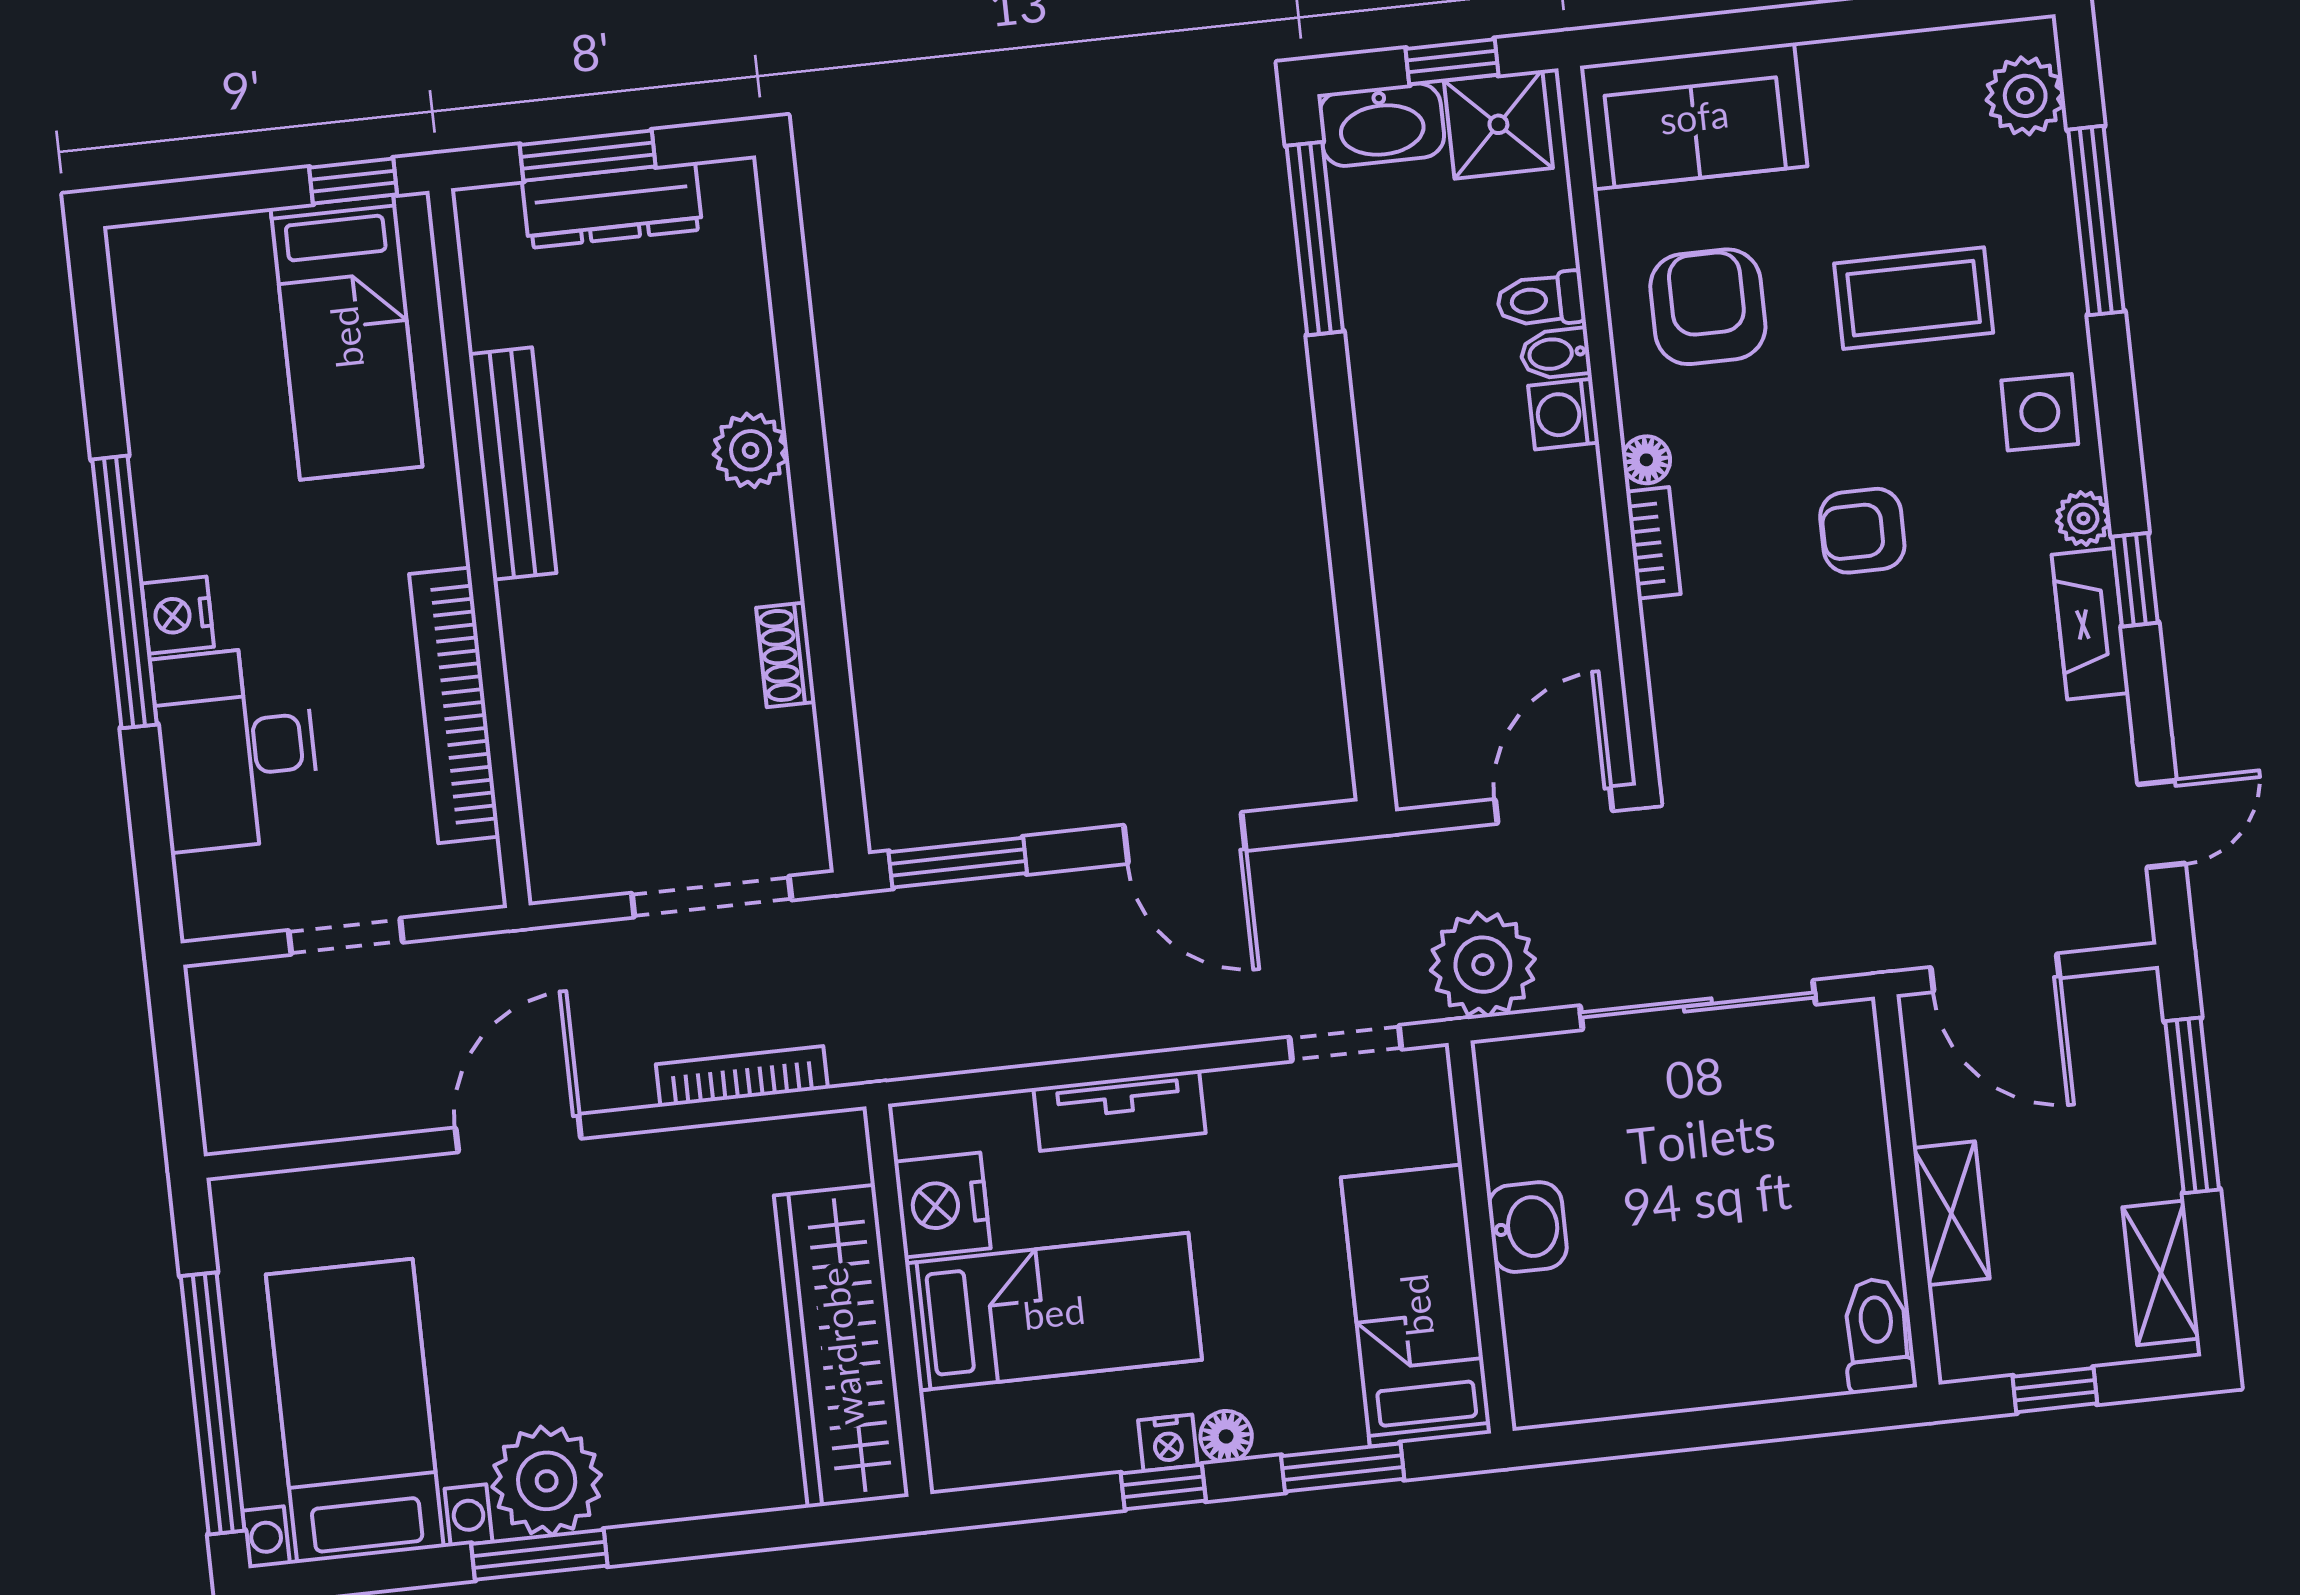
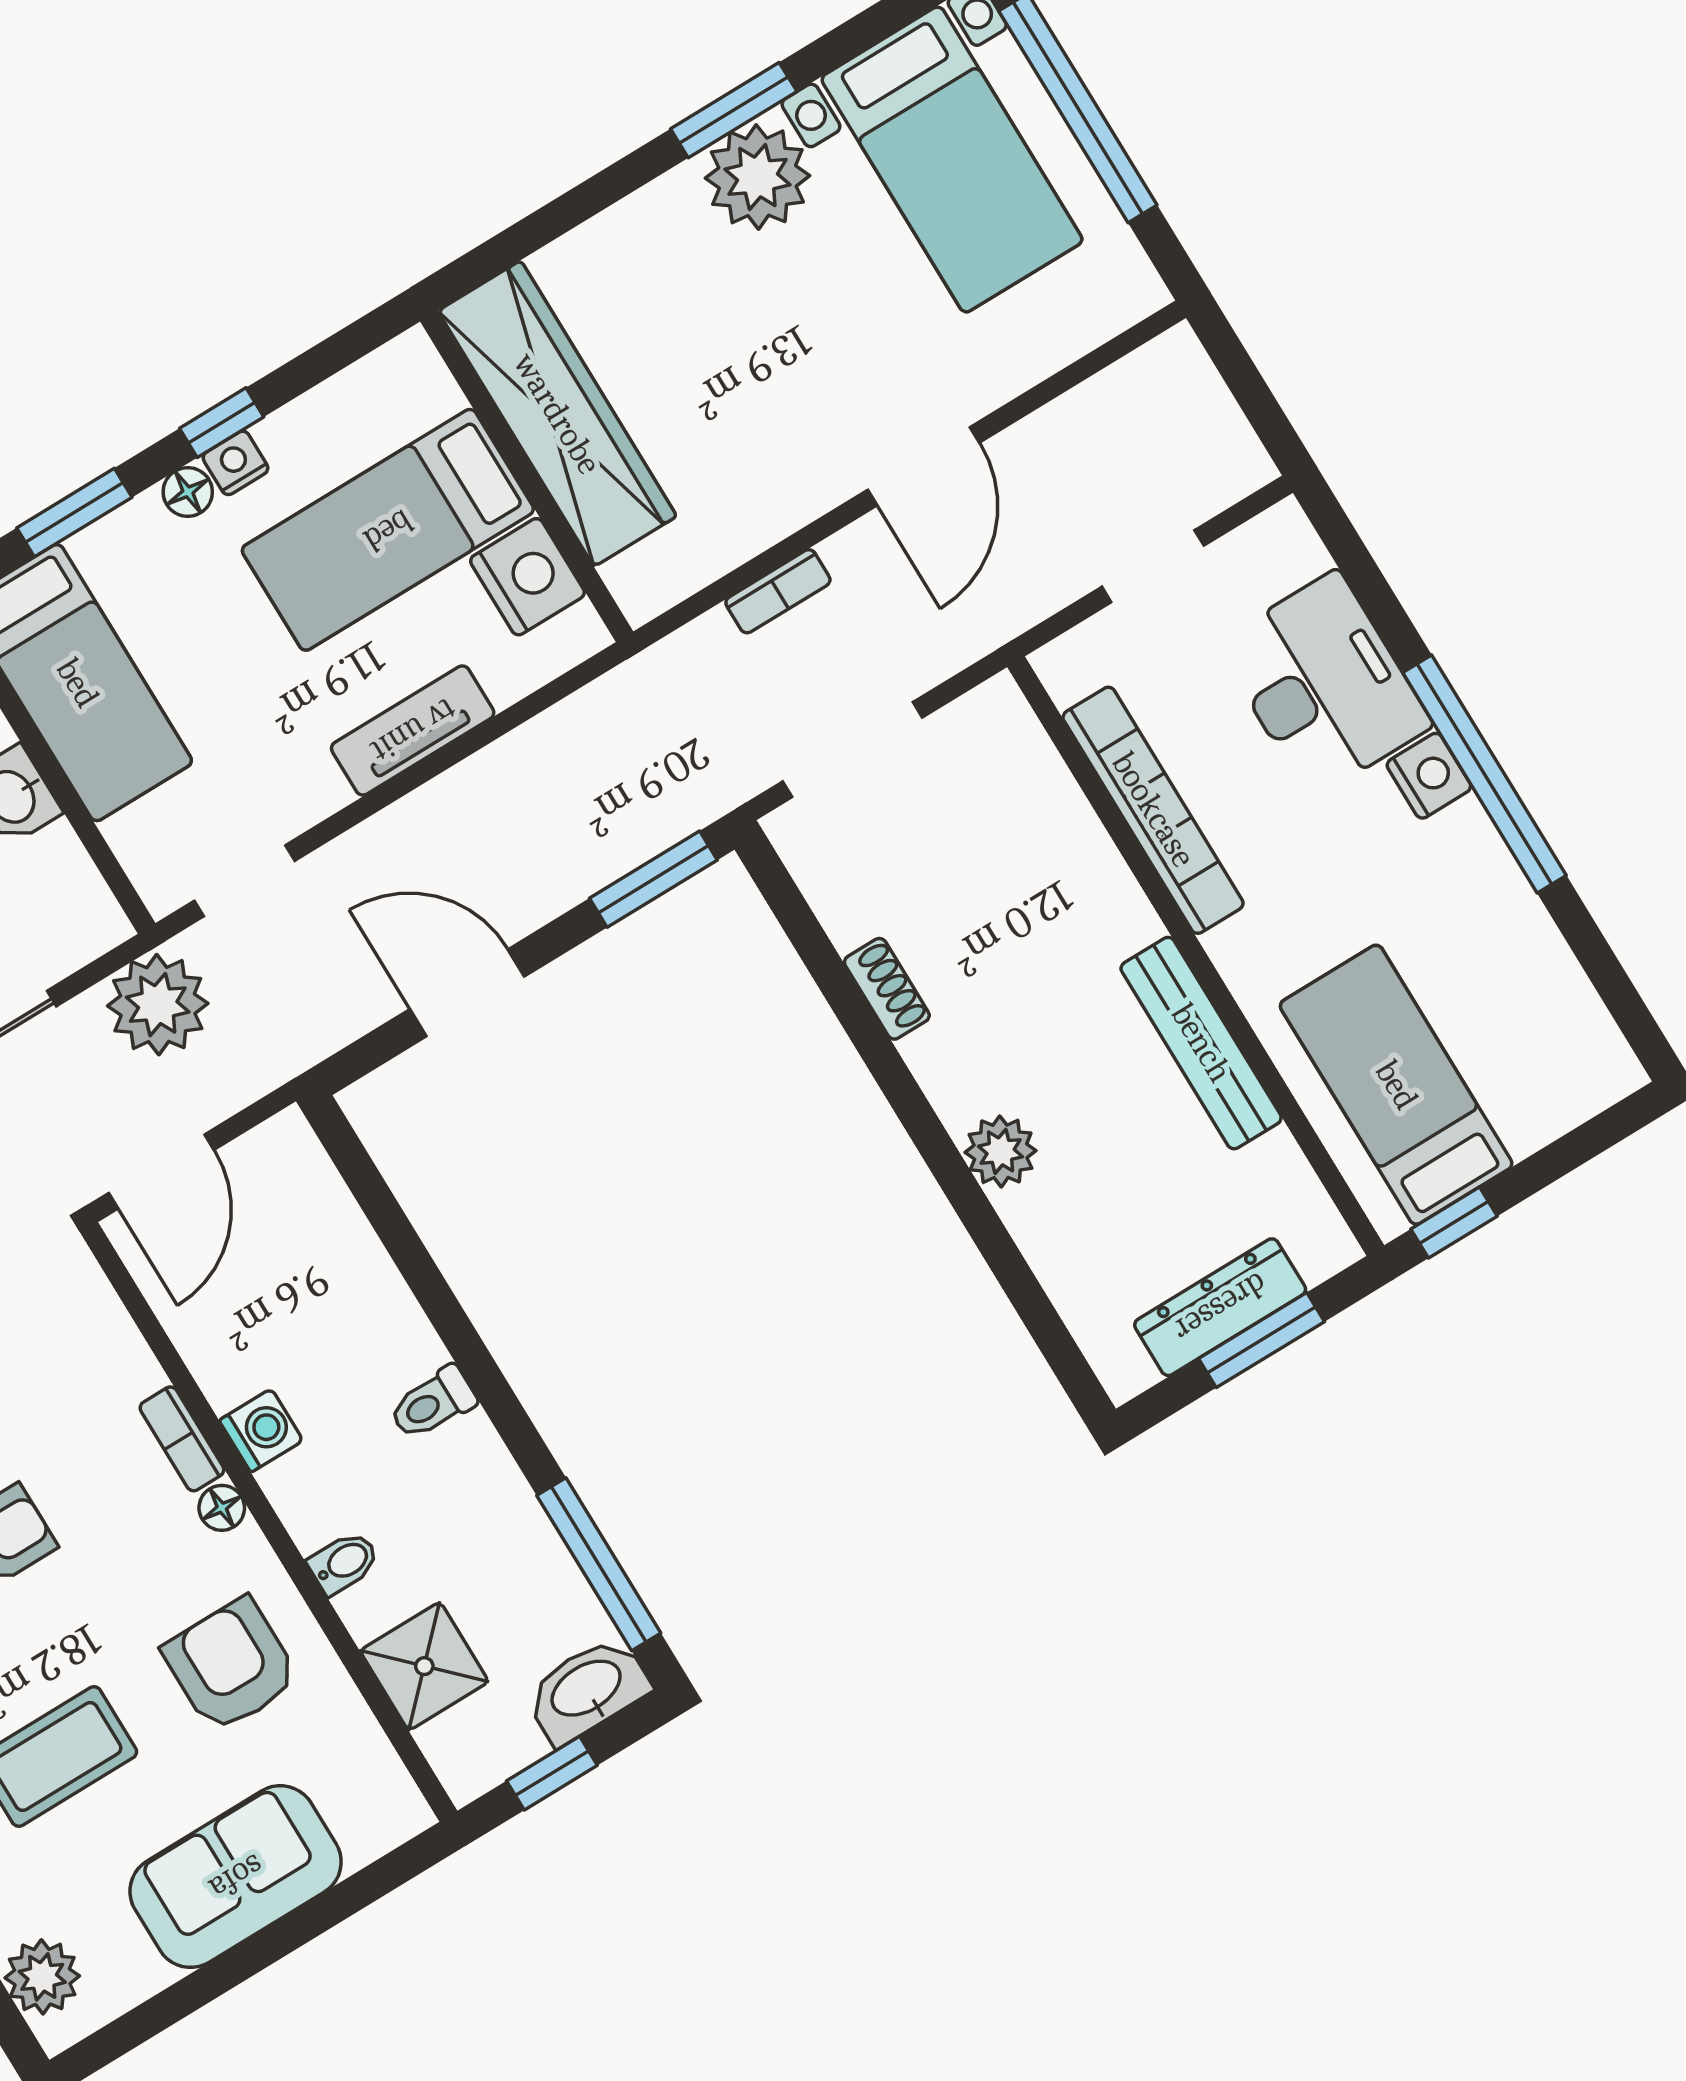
sofa: (1694, 116) -> (236, 1877), moved
shower: (1498, 124) -> (424, 1666), moved
toilet: (1541, 300) -> (433, 1403), moved, turned 180
armchair: (1708, 307) -> (231, 1665), turned 180
washing machine: (1564, 414) -> (261, 1430), moved
bookcase: (742, 1076) -> (778, 591), width x0.64

